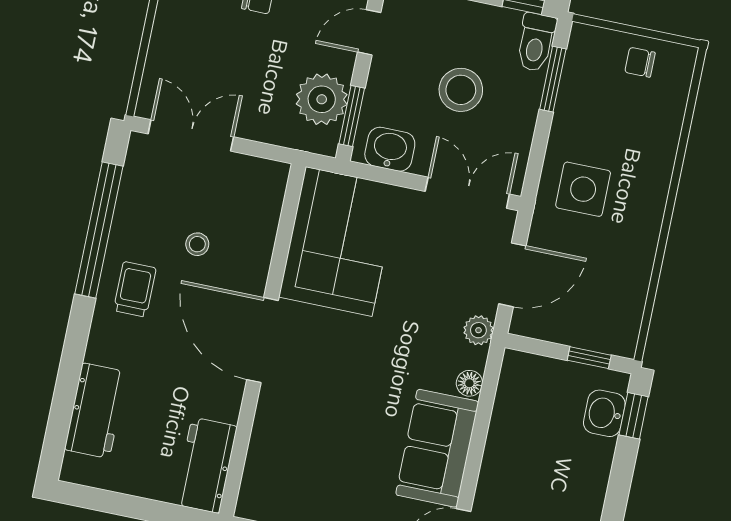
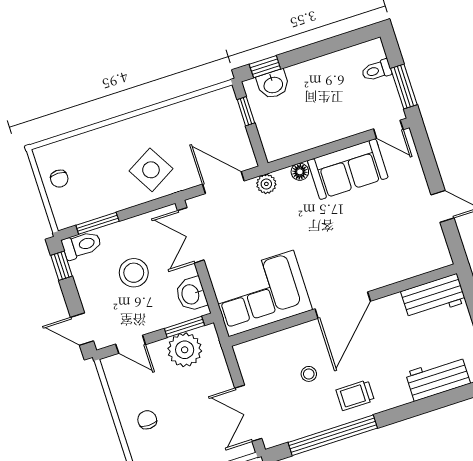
side table: (583, 189) -> (151, 170), turned -30

